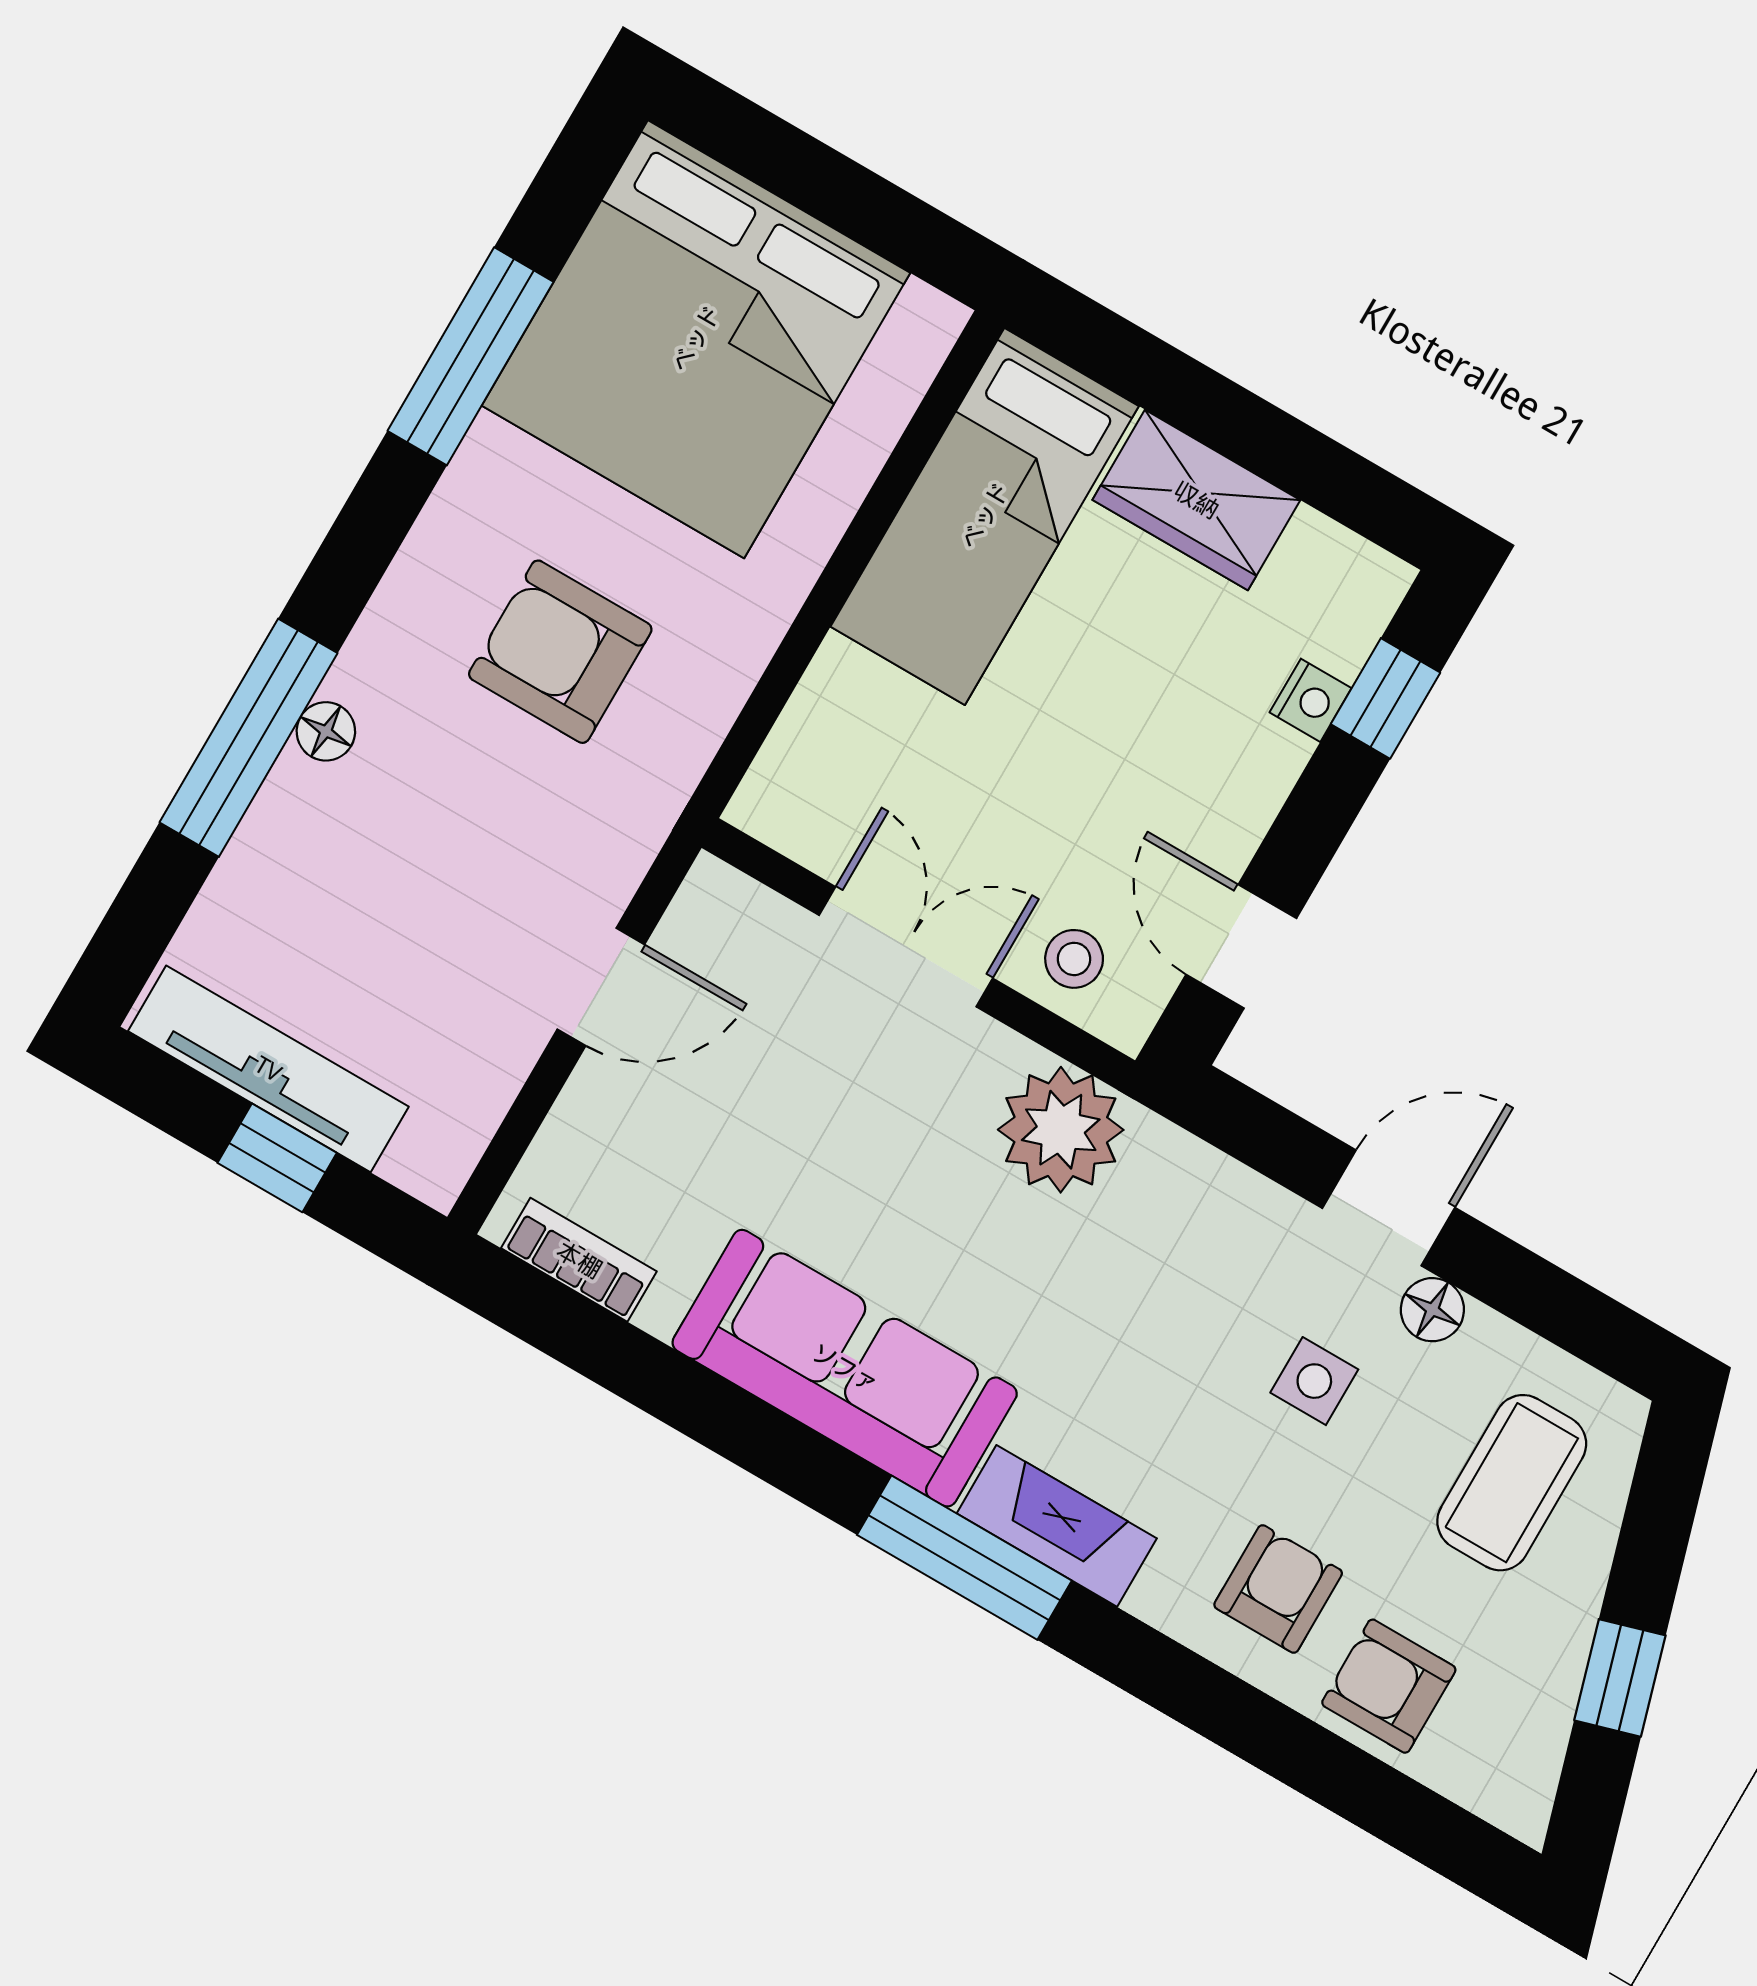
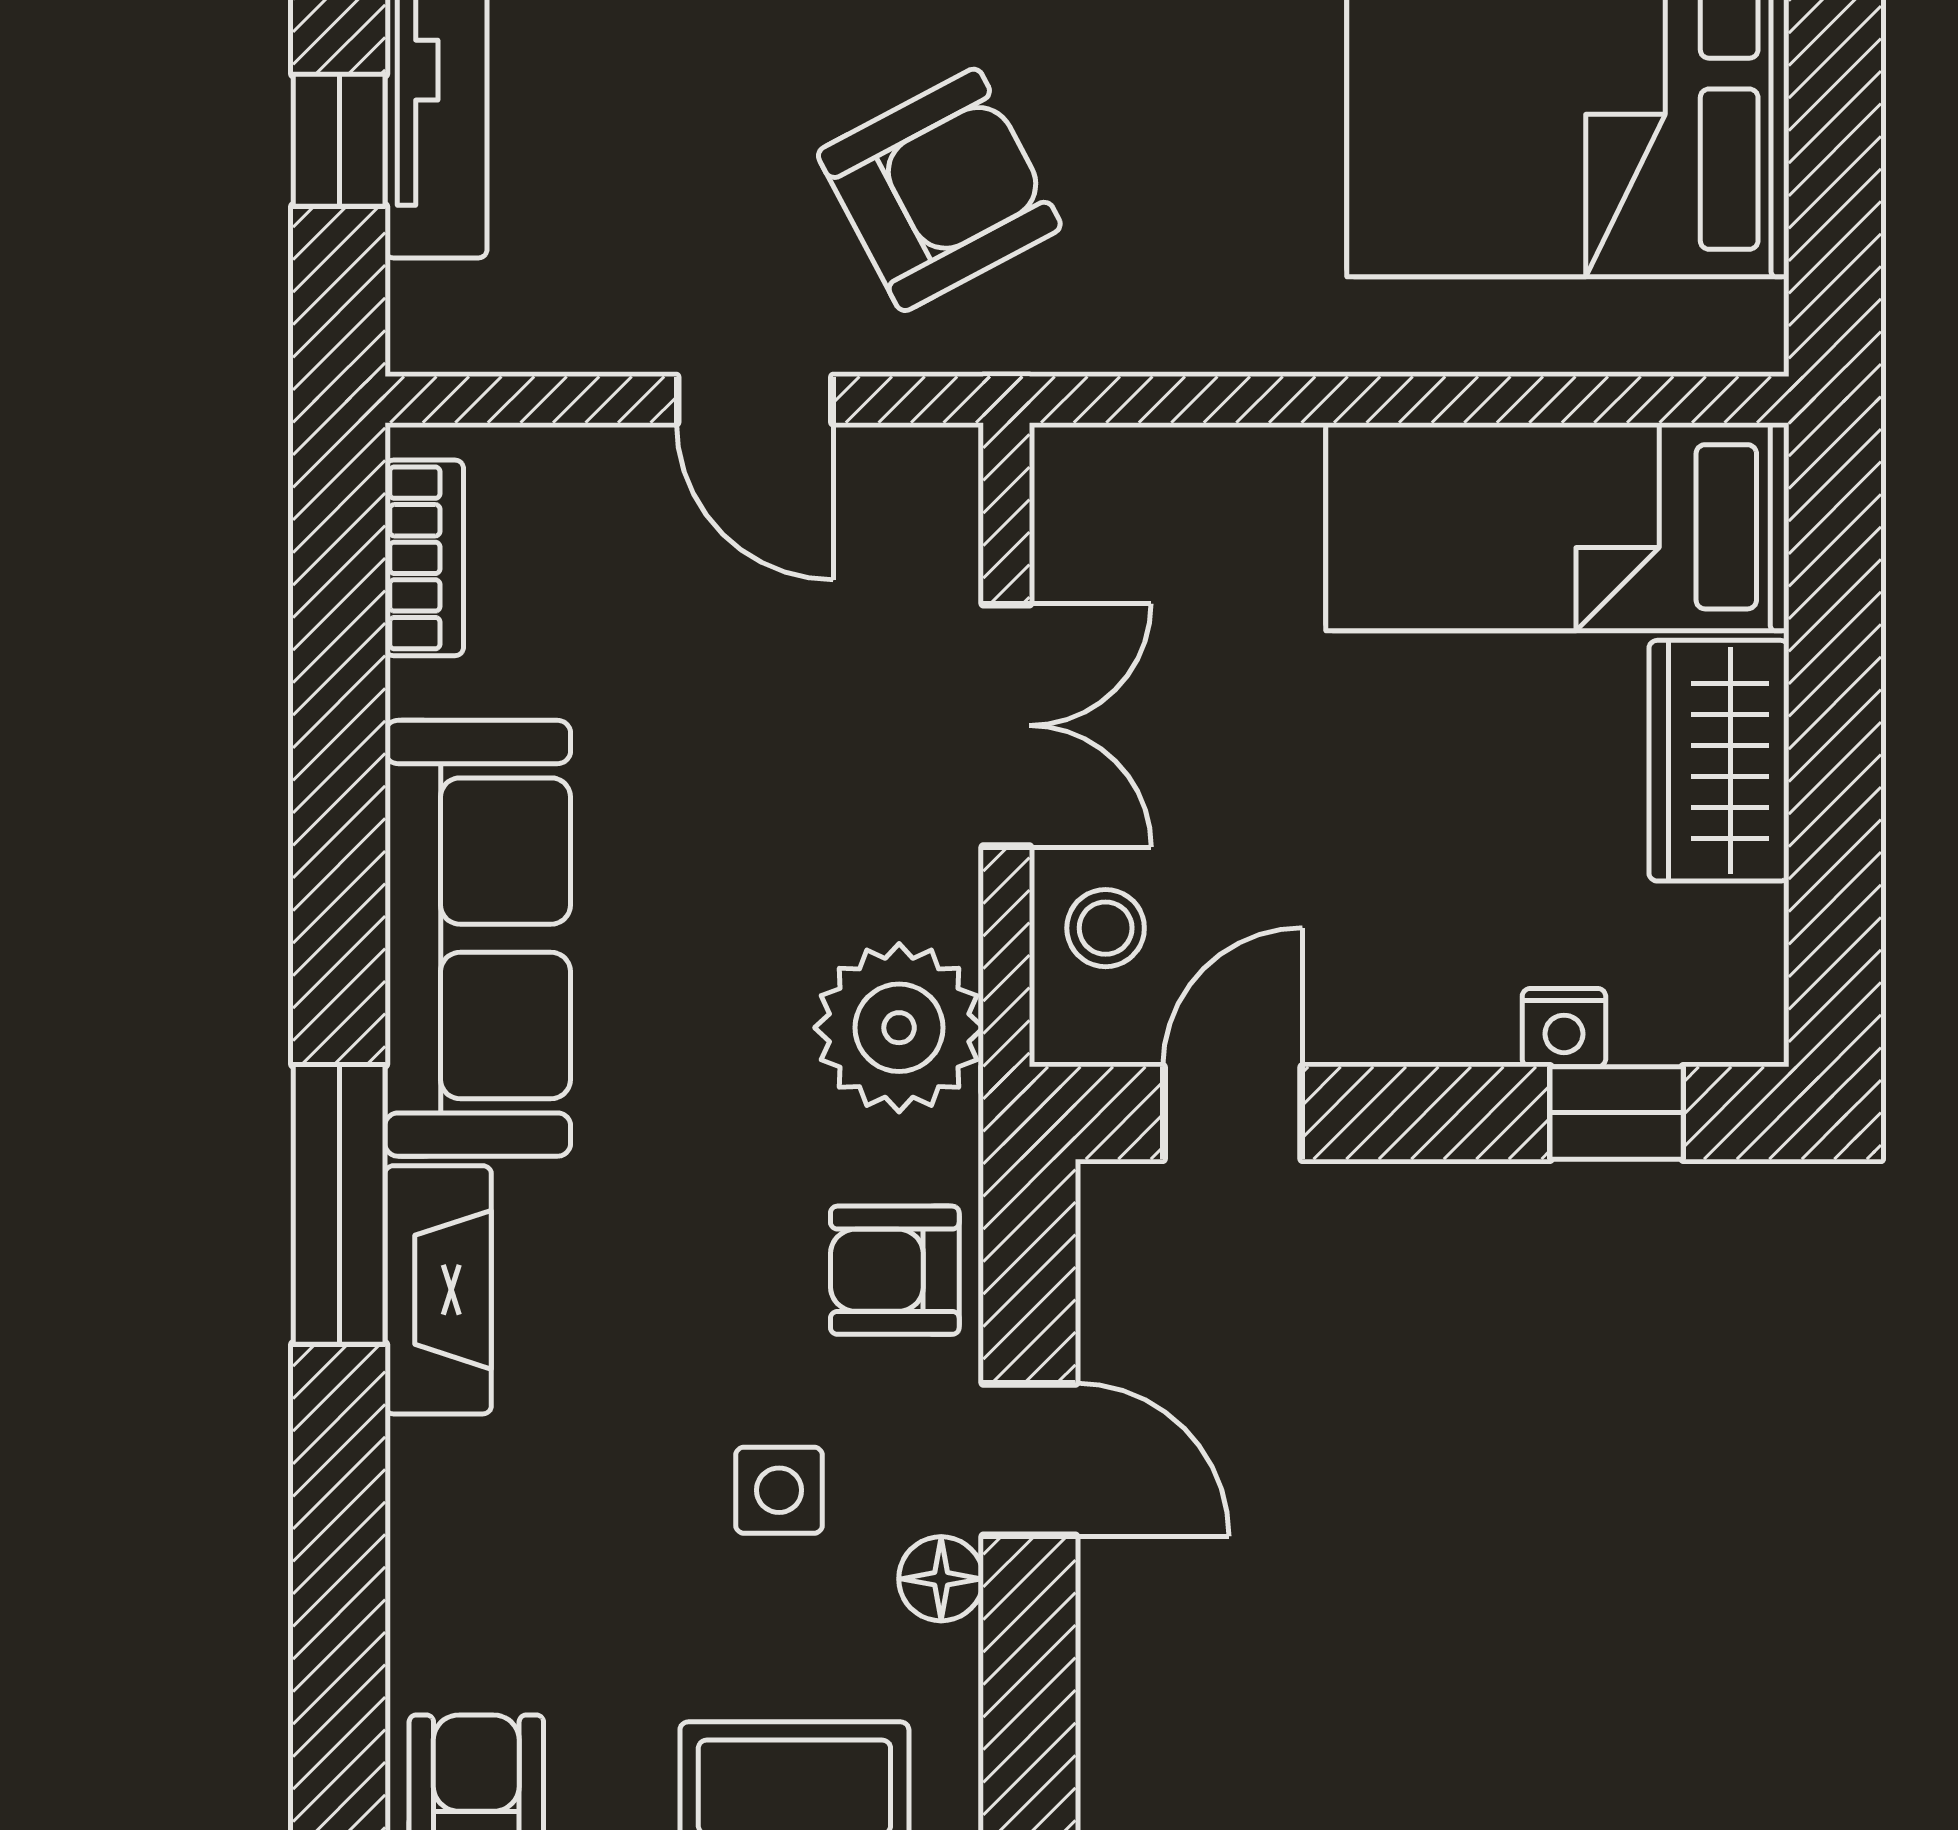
armchair: (560, 652) -> (939, 190), moved, turned 62
armchair: (1278, 1589) -> (895, 1270), moved, turned 180

